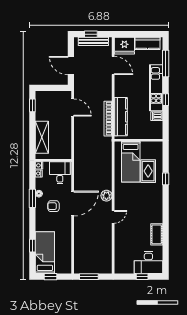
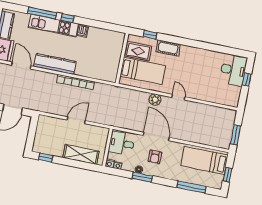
window: (166, 63) -> (42, 13), moved
door: (113, 66) -> (21, 65), hinge flipped
door: (73, 107) -> (76, 120), moved
kitchen counter: (121, 117) -> (55, 64), moved
wall: (138, 140) -> (122, 58), moved
bed: (131, 162) -> (143, 71), moved
cot: (157, 234) -> (168, 48), moved
window: (32, 246) -> (191, 187), width x2.17
bed: (45, 253) -> (204, 160), moved

